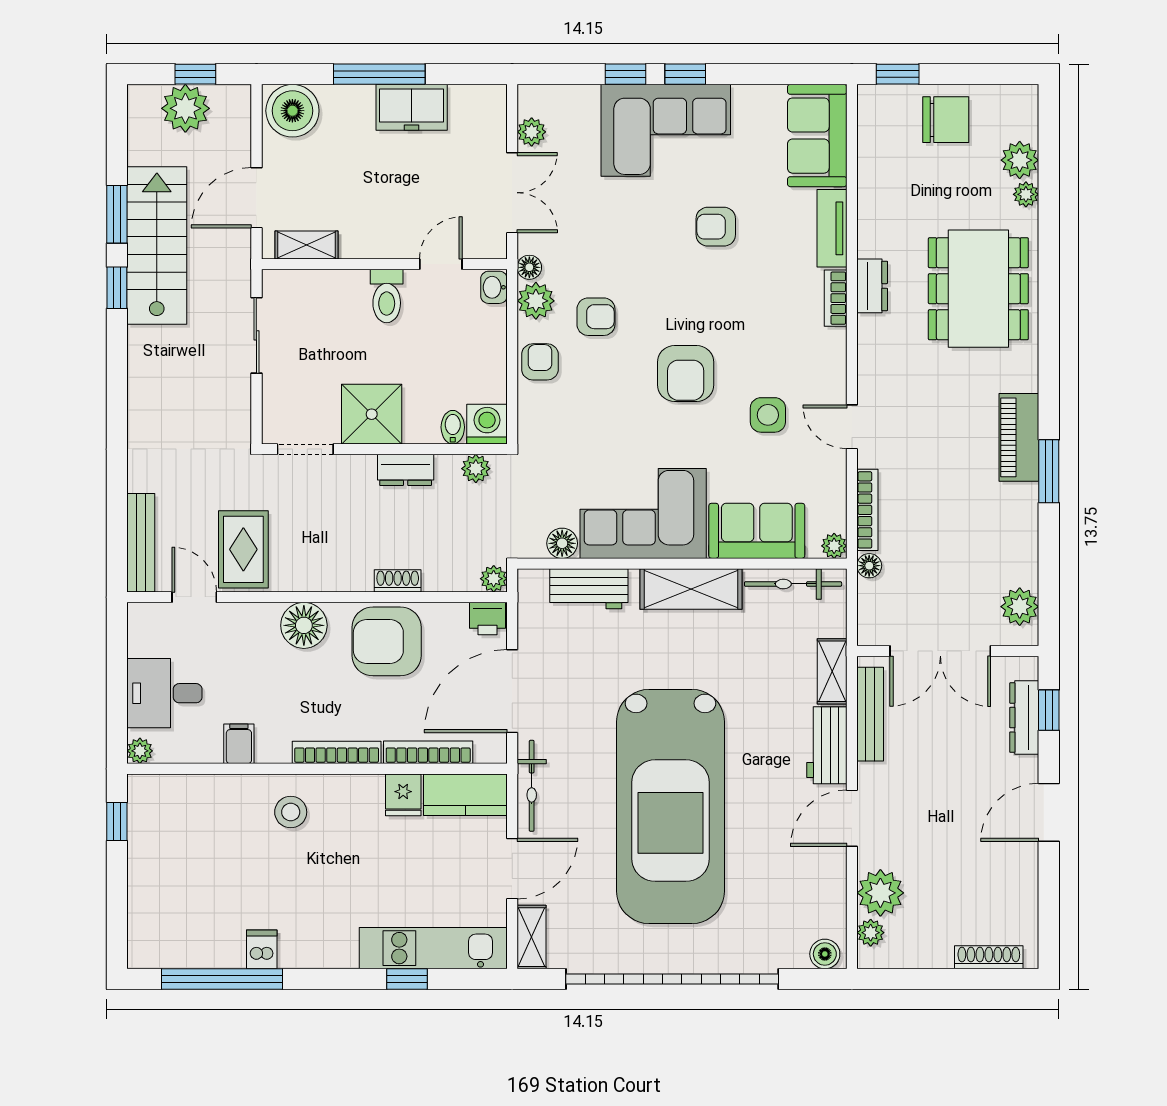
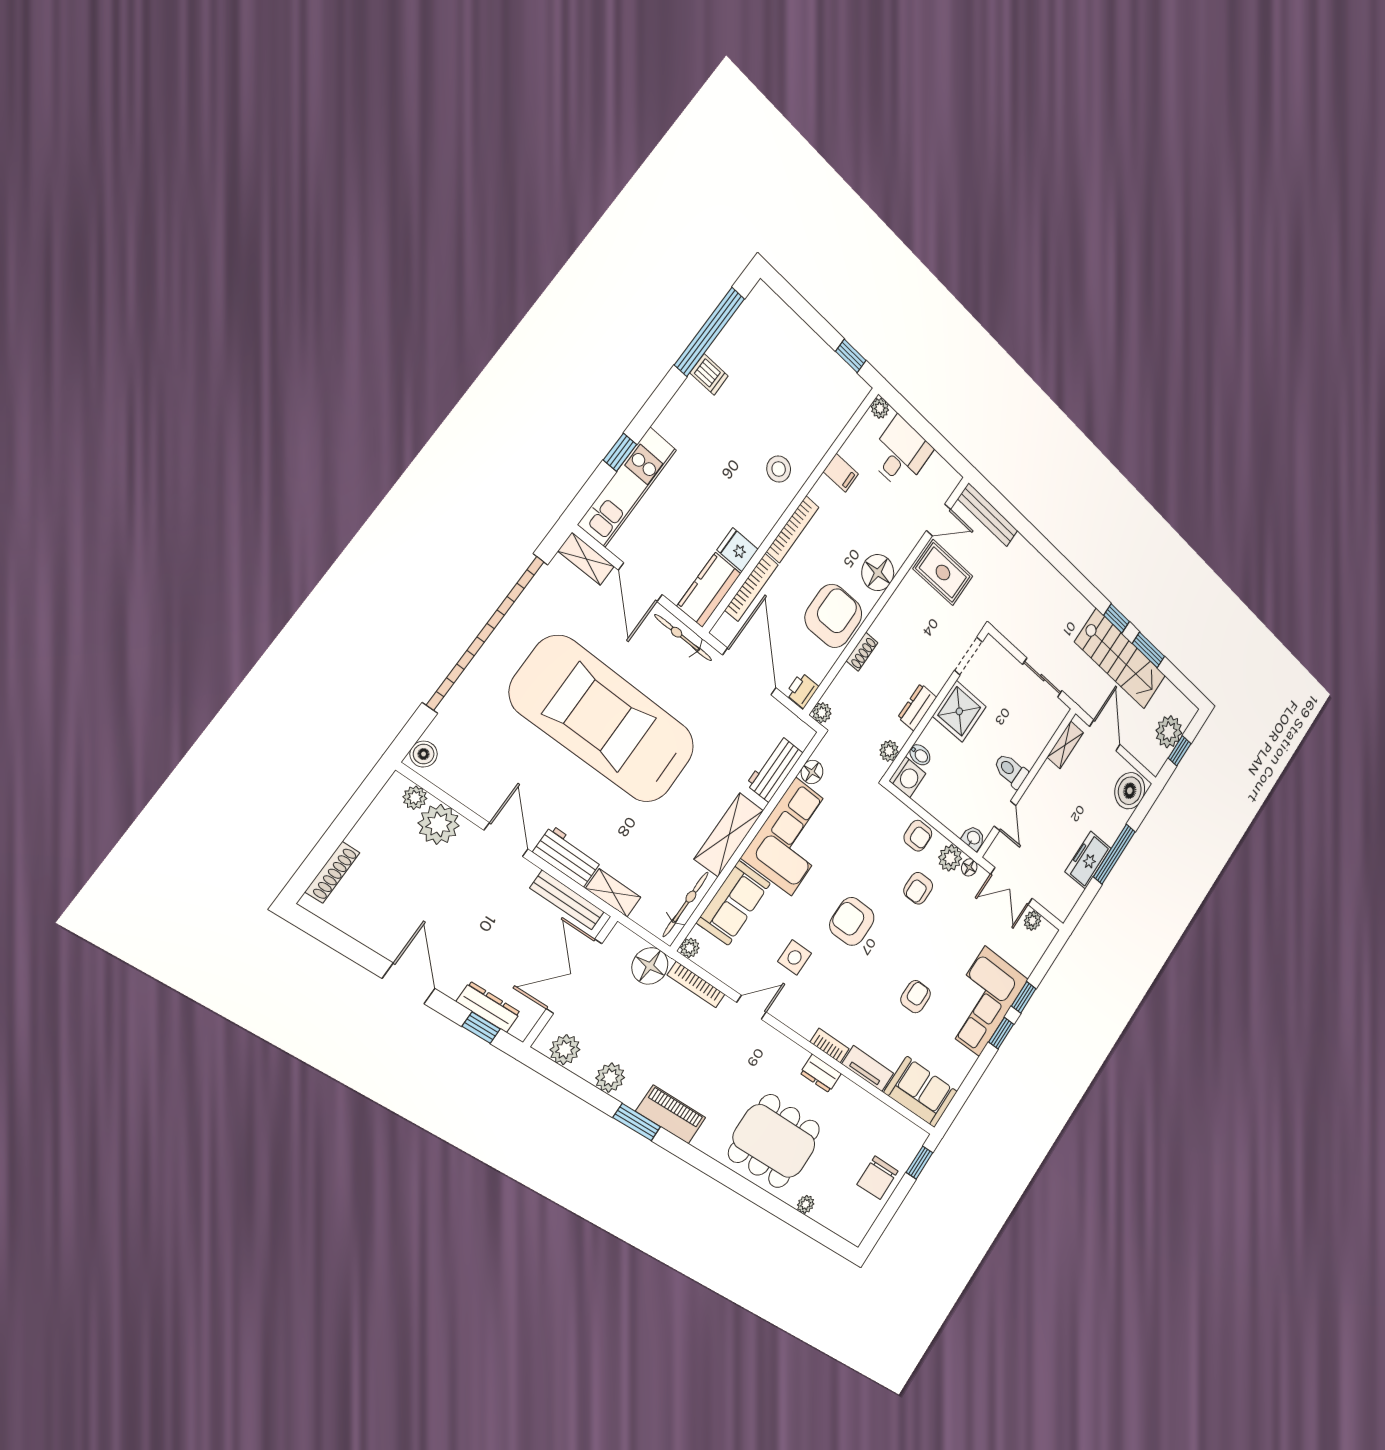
plant: (1020, 160) -> (610, 1078), moved
floor lamp: (869, 566) -> (650, 966), width x1.89, depth x1.89

